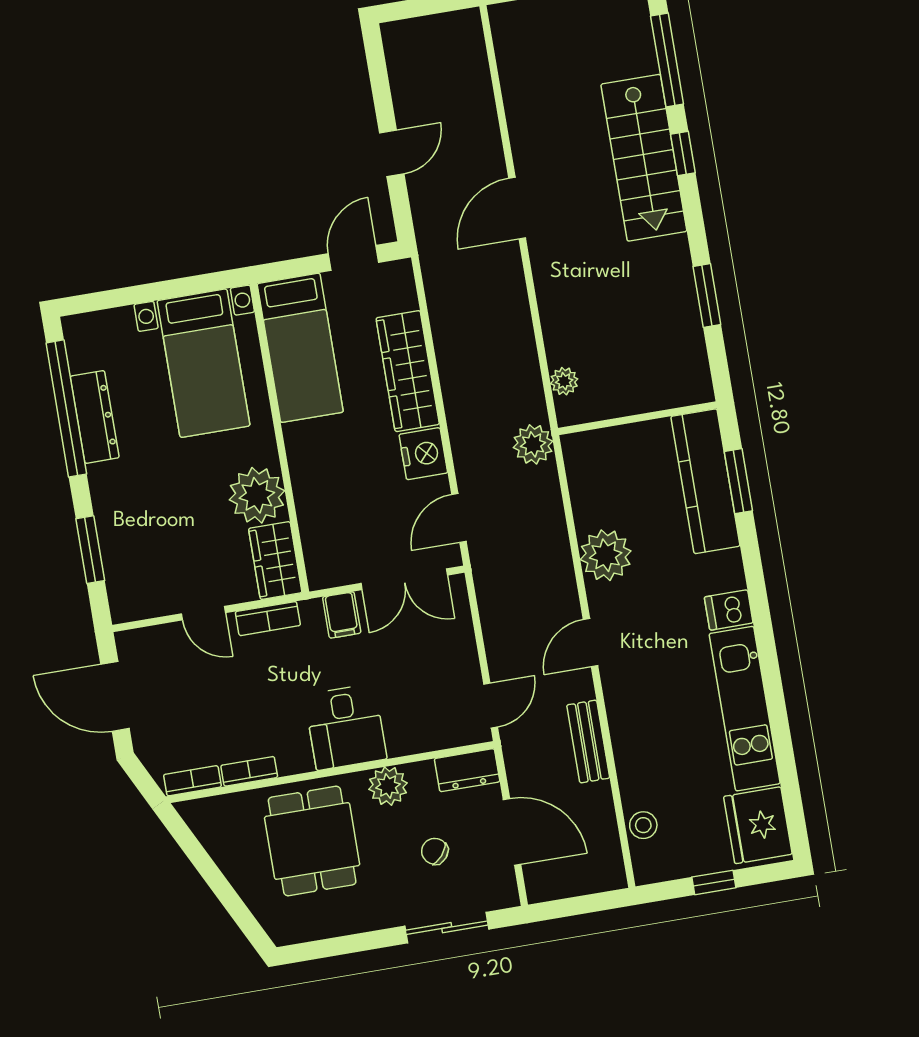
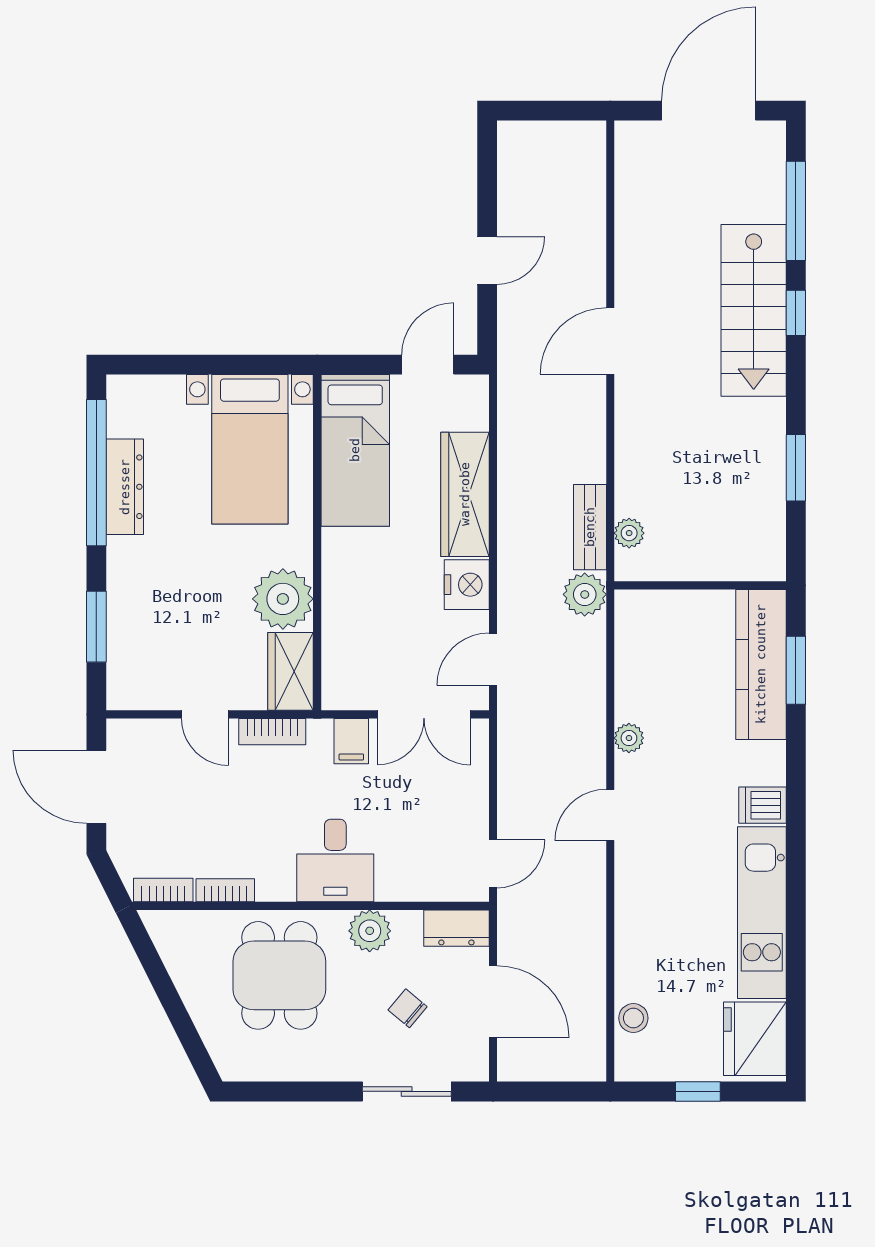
plant: (606, 555) -> (629, 738), width x0.53, depth x0.53
bench: (588, 742) -> (590, 527), moved

